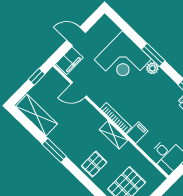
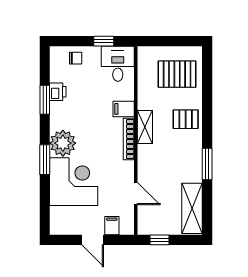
filing cabinet: (69, 61) -> (112, 226), width x0.50
plant: (152, 68) -> (63, 143), width x1.87, depth x1.87

